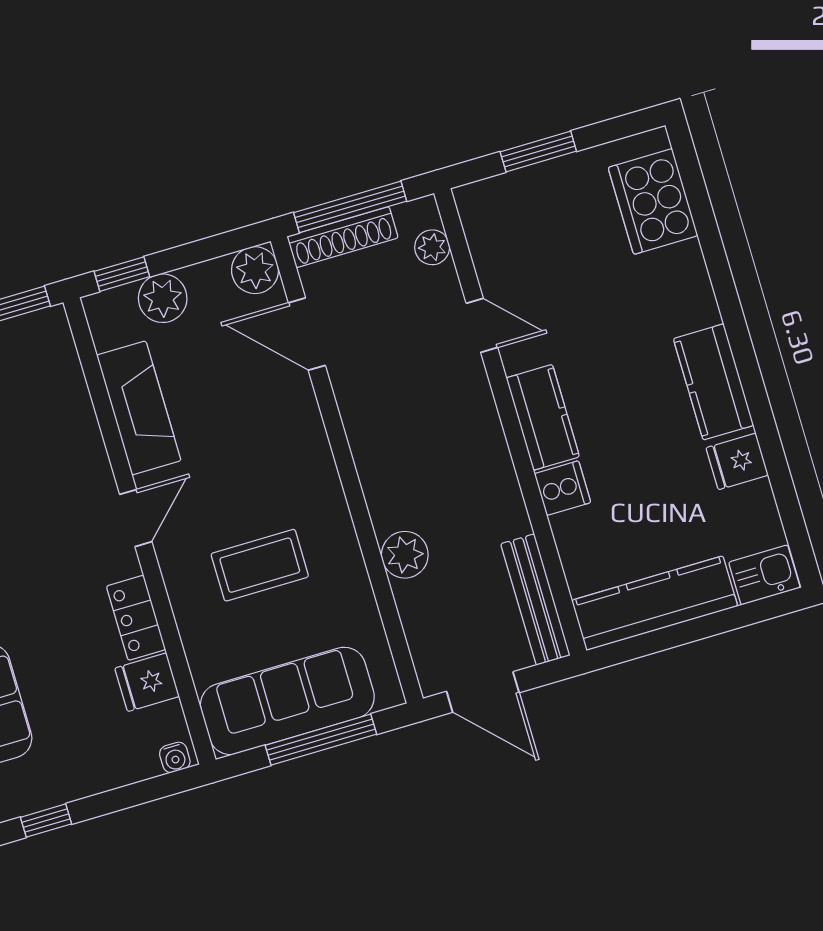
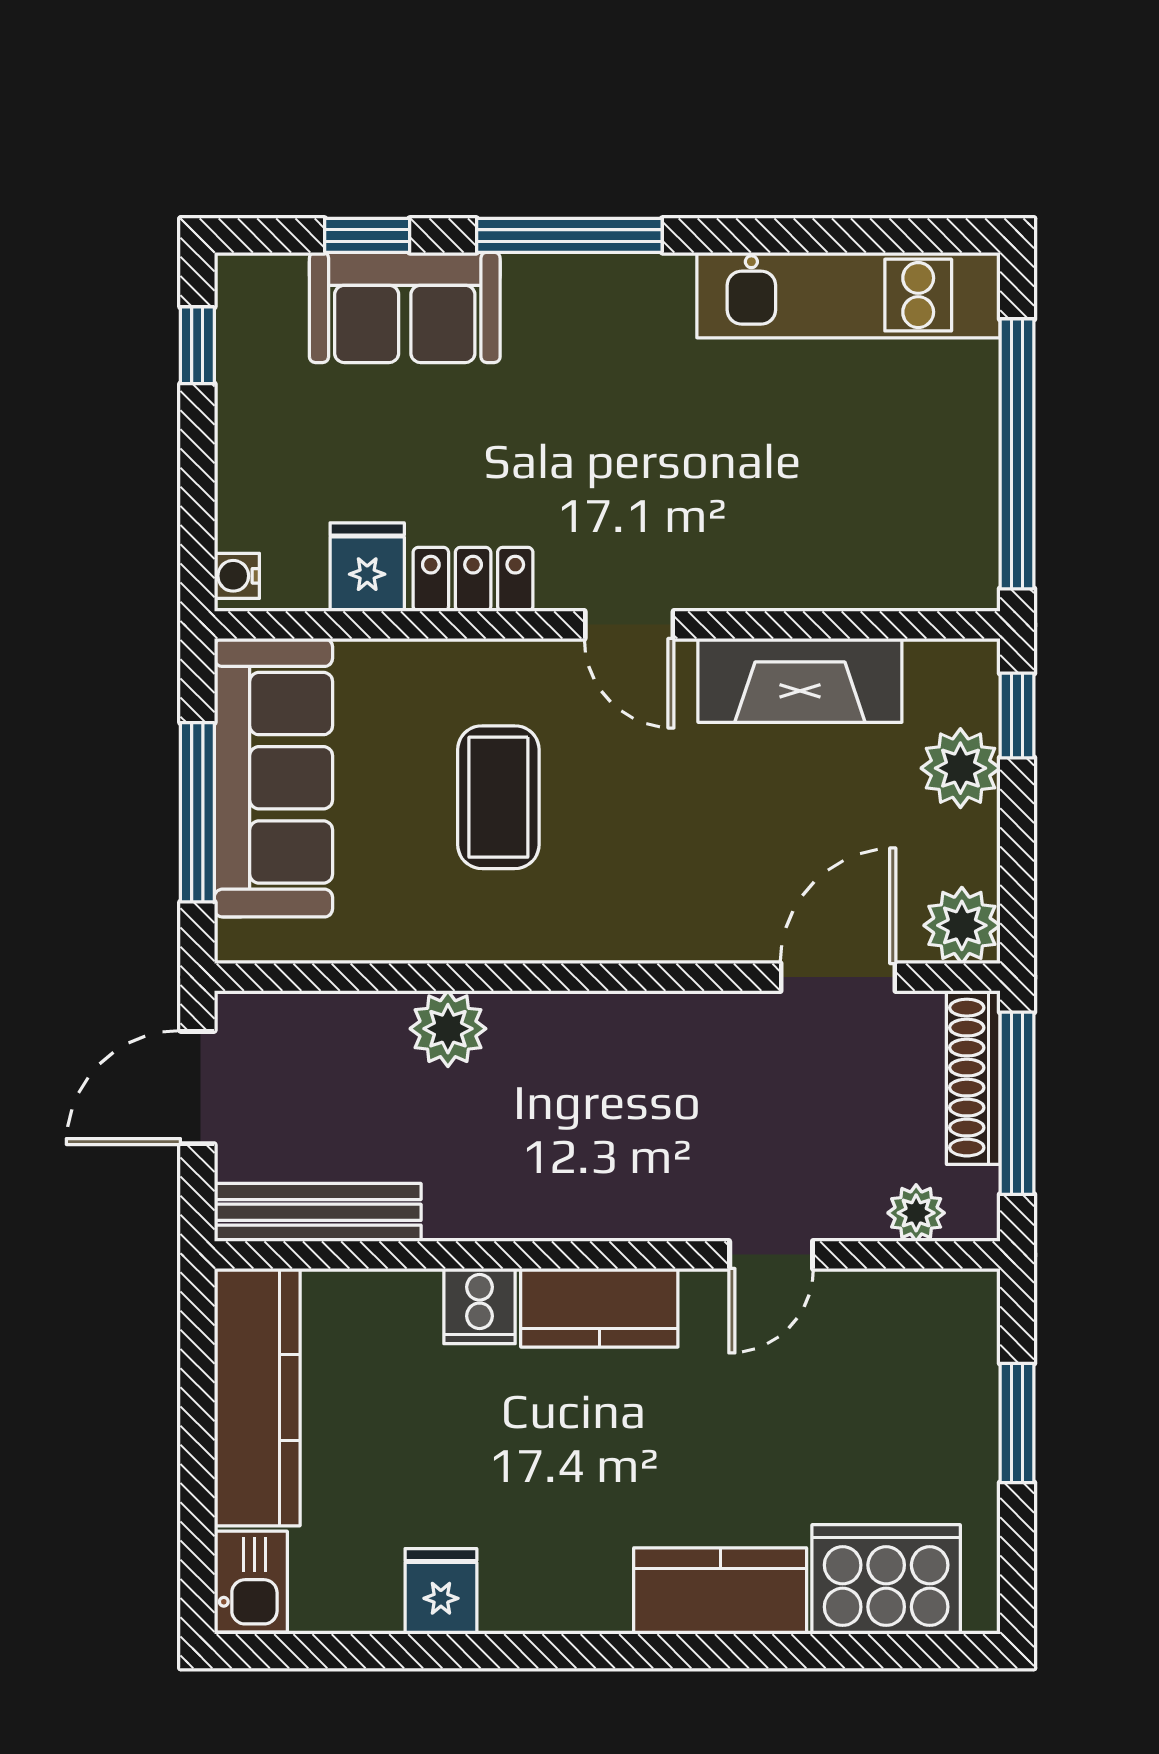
kitchen counter: (714, 382) -> (720, 1591), moved

